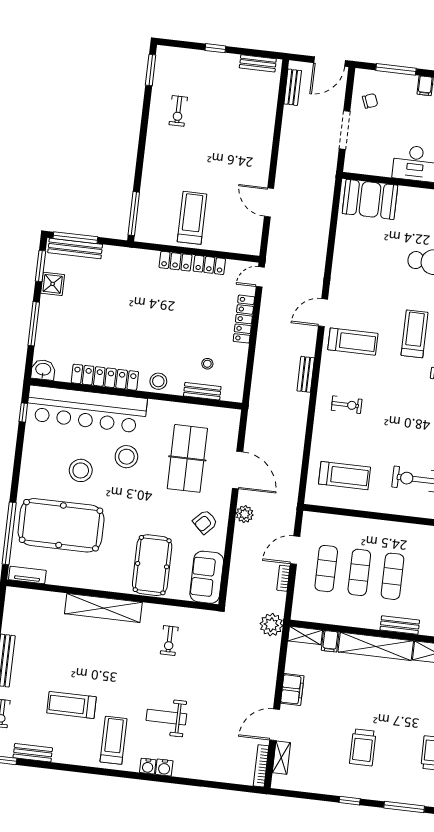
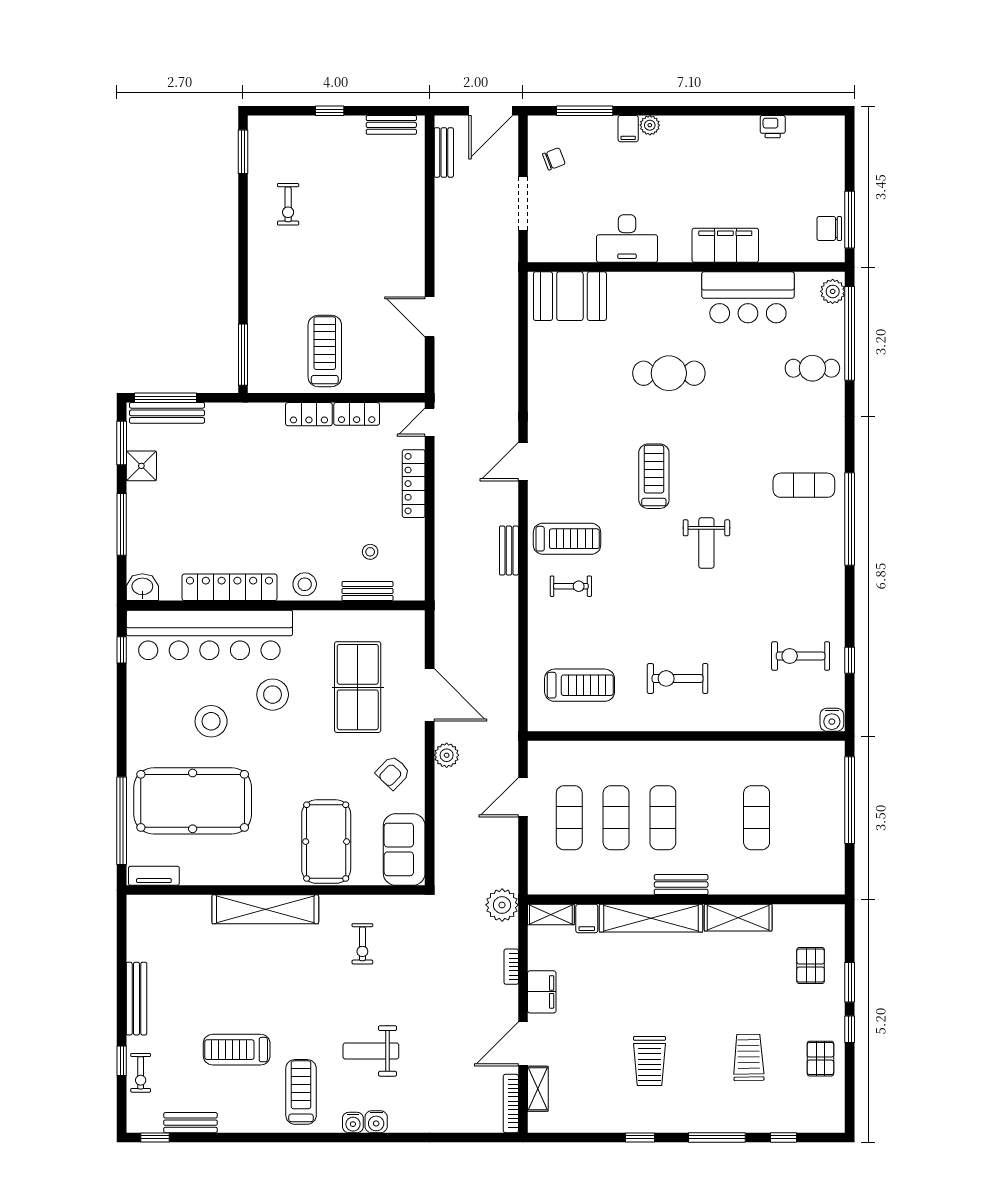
treadmill: (353, 342) -> (567, 539), moved
bookcase: (283, 578) -> (511, 967), moved

